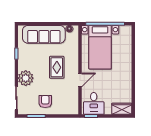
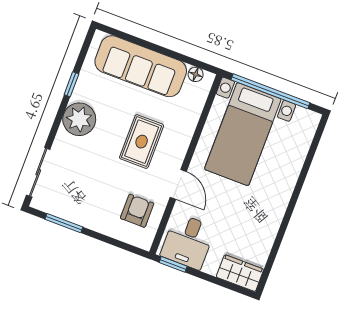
plant: (26, 78) -> (79, 119), moved
door: (80, 80) -> (178, 184), hinge flipped
armchair: (45, 101) -> (137, 211), moved

